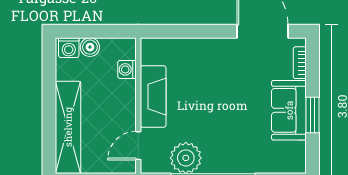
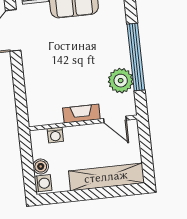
fireplace: (153, 97) -> (81, 114), width x0.73, depth x0.76

